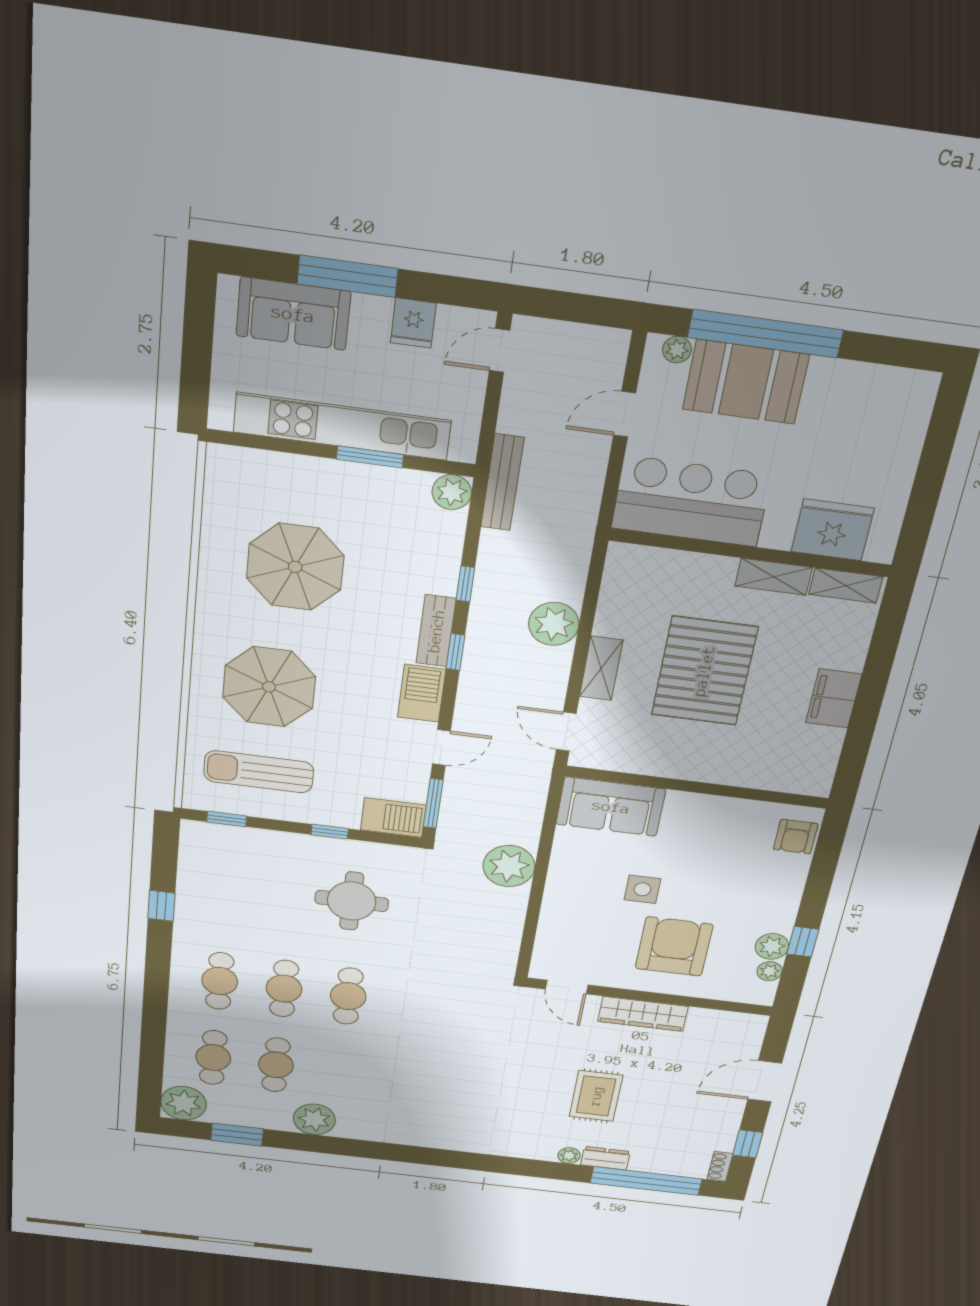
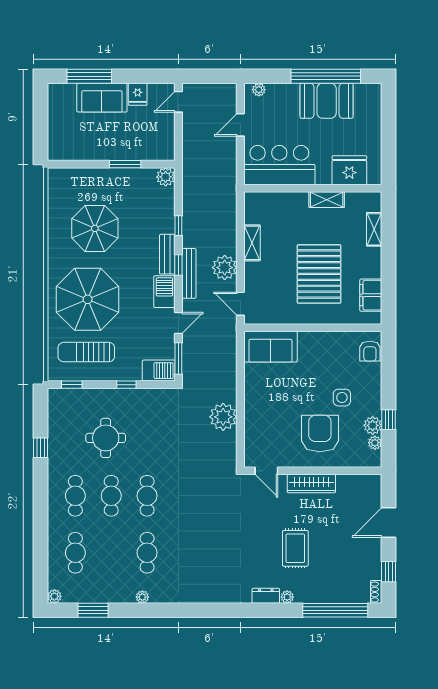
window: (347, 276) -> (89, 76), moved
sofa: (293, 314) -> (102, 98), moved
window: (765, 334) -> (326, 76), moved
booth: (746, 382) -> (327, 101), moved
kitchen unit: (342, 426) -> (110, 150), removed
bench: (502, 482) -> (189, 273), moved
shelving: (846, 586) -> (374, 229), moved, turned 90
plant: (554, 624) -> (225, 268), moved
shelving: (601, 668) -> (252, 243), moved
pallet: (704, 671) -> (319, 274), moved
parasol: (269, 687) -> (88, 299), width x1.36, depth x1.36
filing cabinet: (834, 698) -> (371, 295), moved
plant: (509, 866) -> (223, 417), moved
side table: (642, 889) -> (342, 398), moved
round table: (352, 901) -> (106, 438), moved
cafe table: (276, 1065) -> (147, 553), moved
plant: (184, 1103) -> (54, 596), width x0.53, depth x0.53
plant: (314, 1119) -> (142, 597), width x0.53, depth x0.53
dresser: (605, 1158) -> (266, 596), moved

